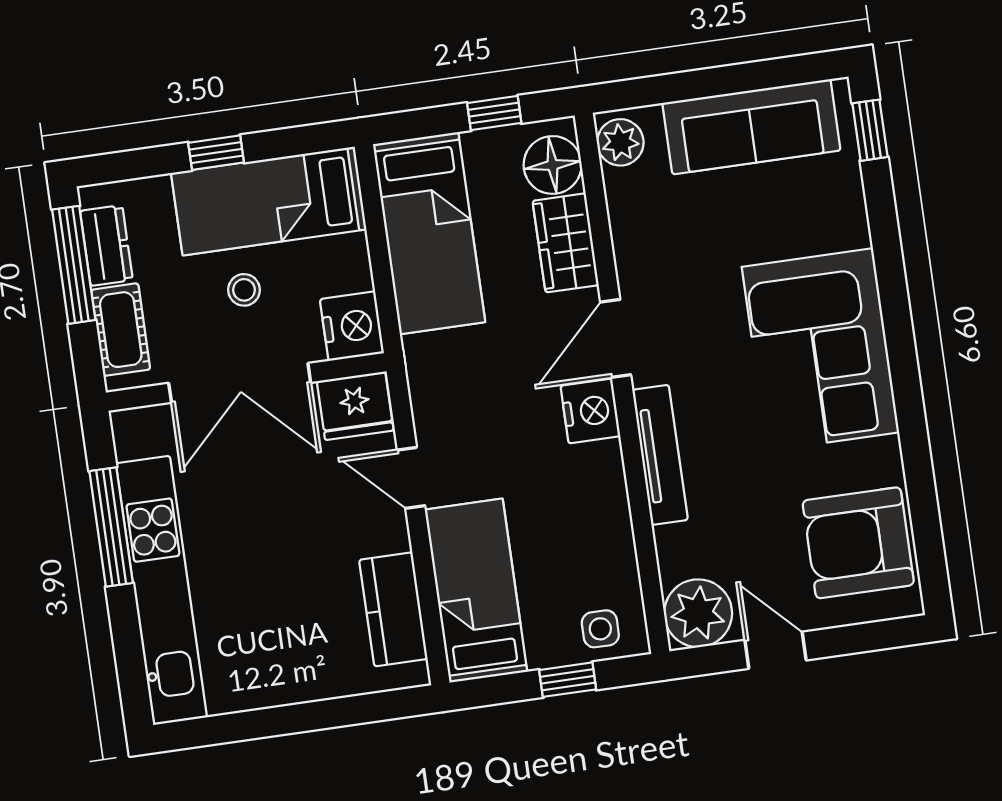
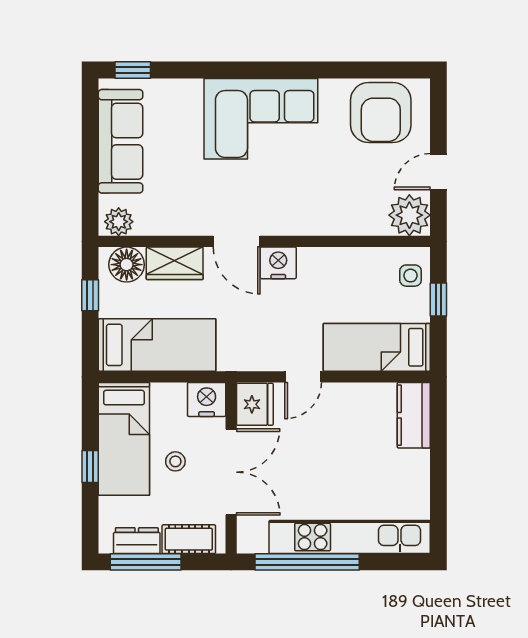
tv unit: (660, 455) -> (311, 225), removed
window: (111, 527) -> (307, 562), width x1.46
kitchen counter: (393, 609) -> (414, 415), moved, turned 90

